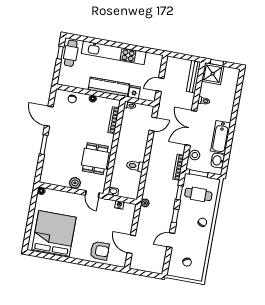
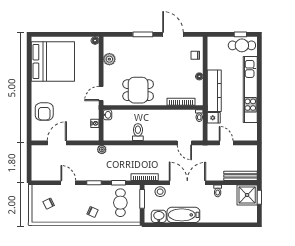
door: (49, 116) -> (173, 34), hinge flipped
plant: (75, 183) -> (109, 59), moved

